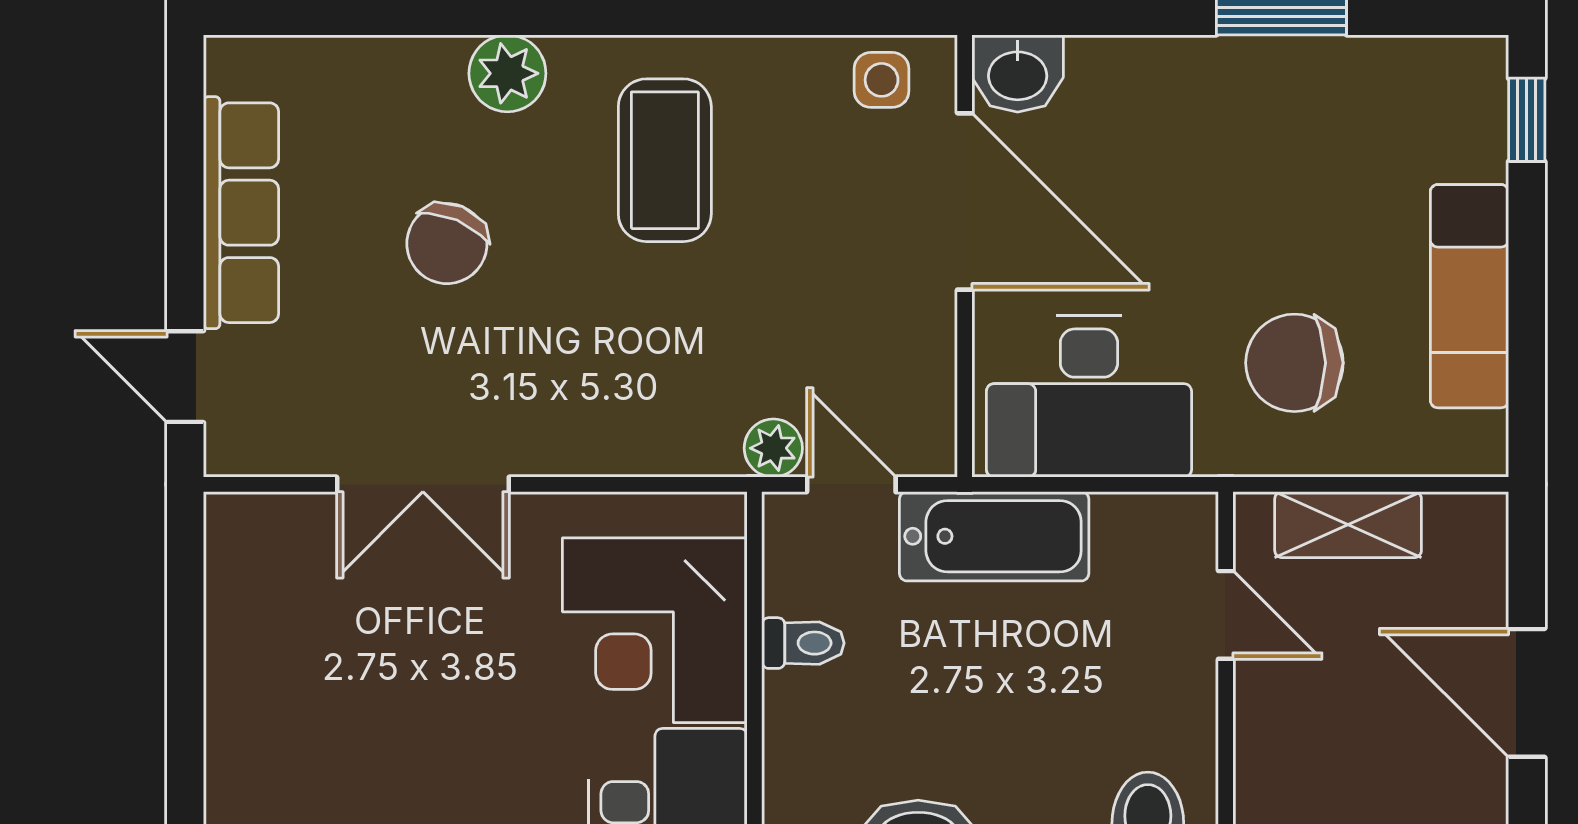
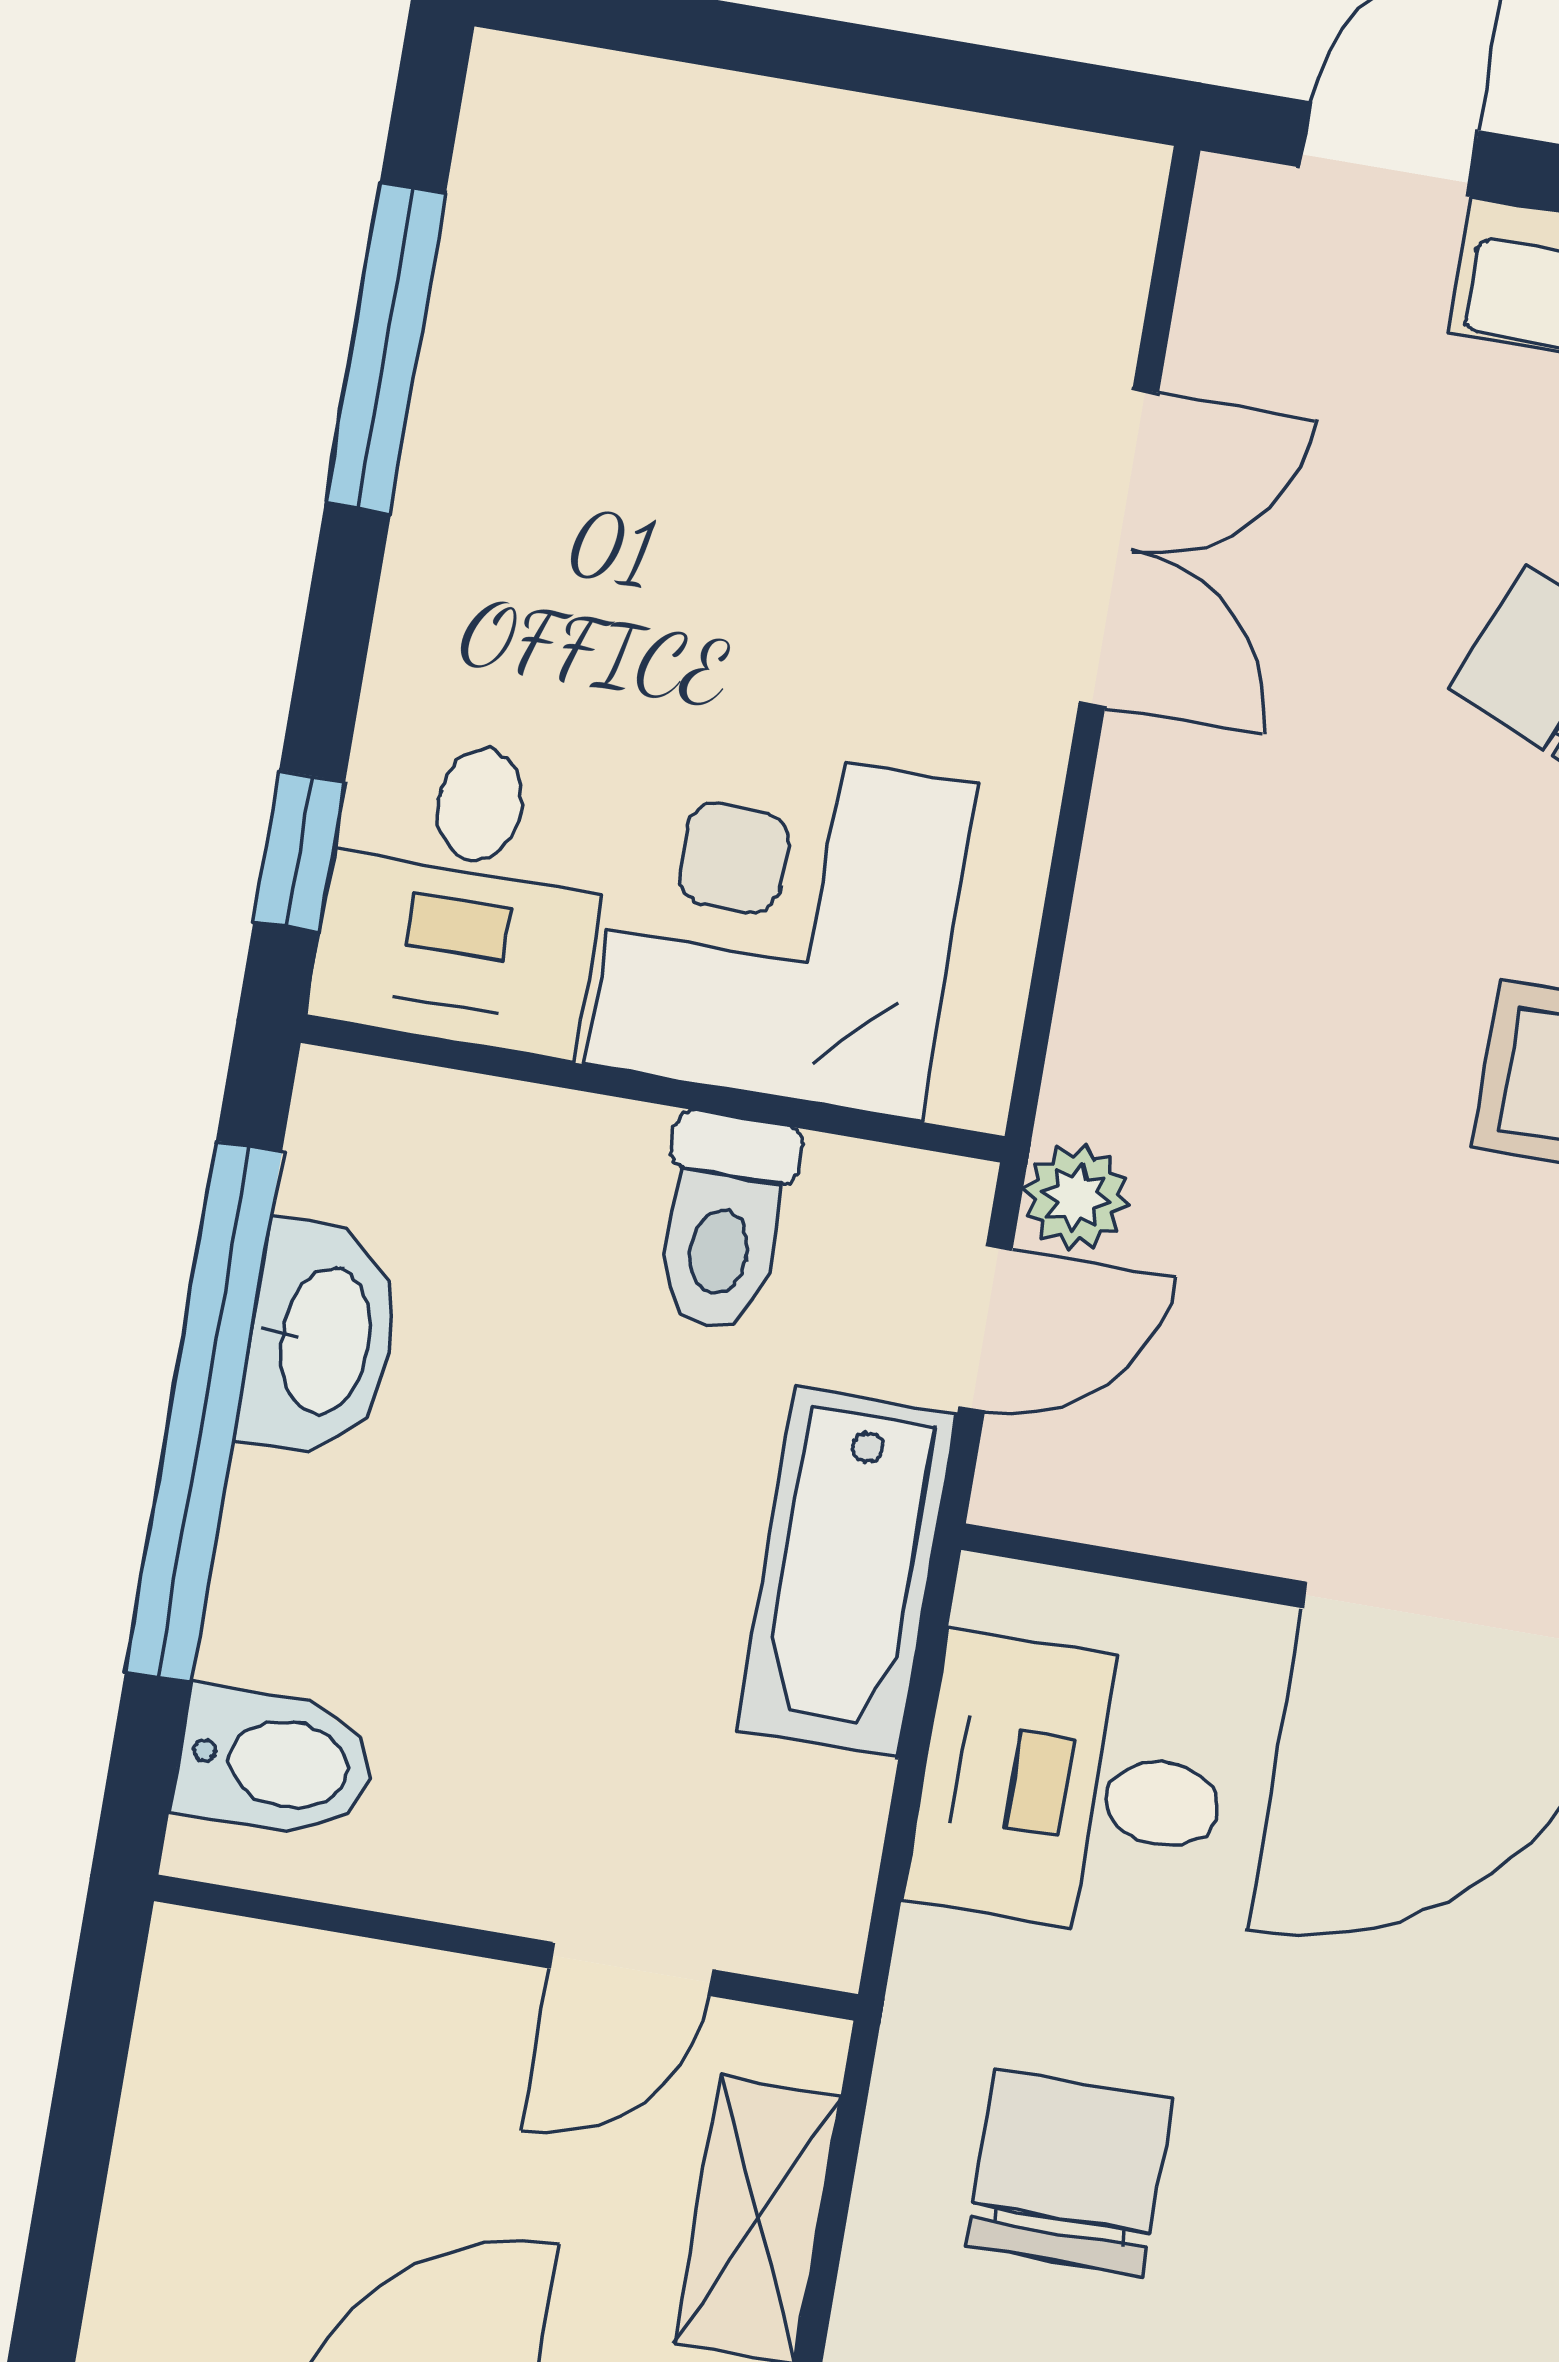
desk: (1089, 397) -> (1071, 1788), width x0.73
double door: (423, 484) -> (1119, 548), swing flipped
toilet: (803, 643) -> (724, 1222), width x1.37, depth x1.39

